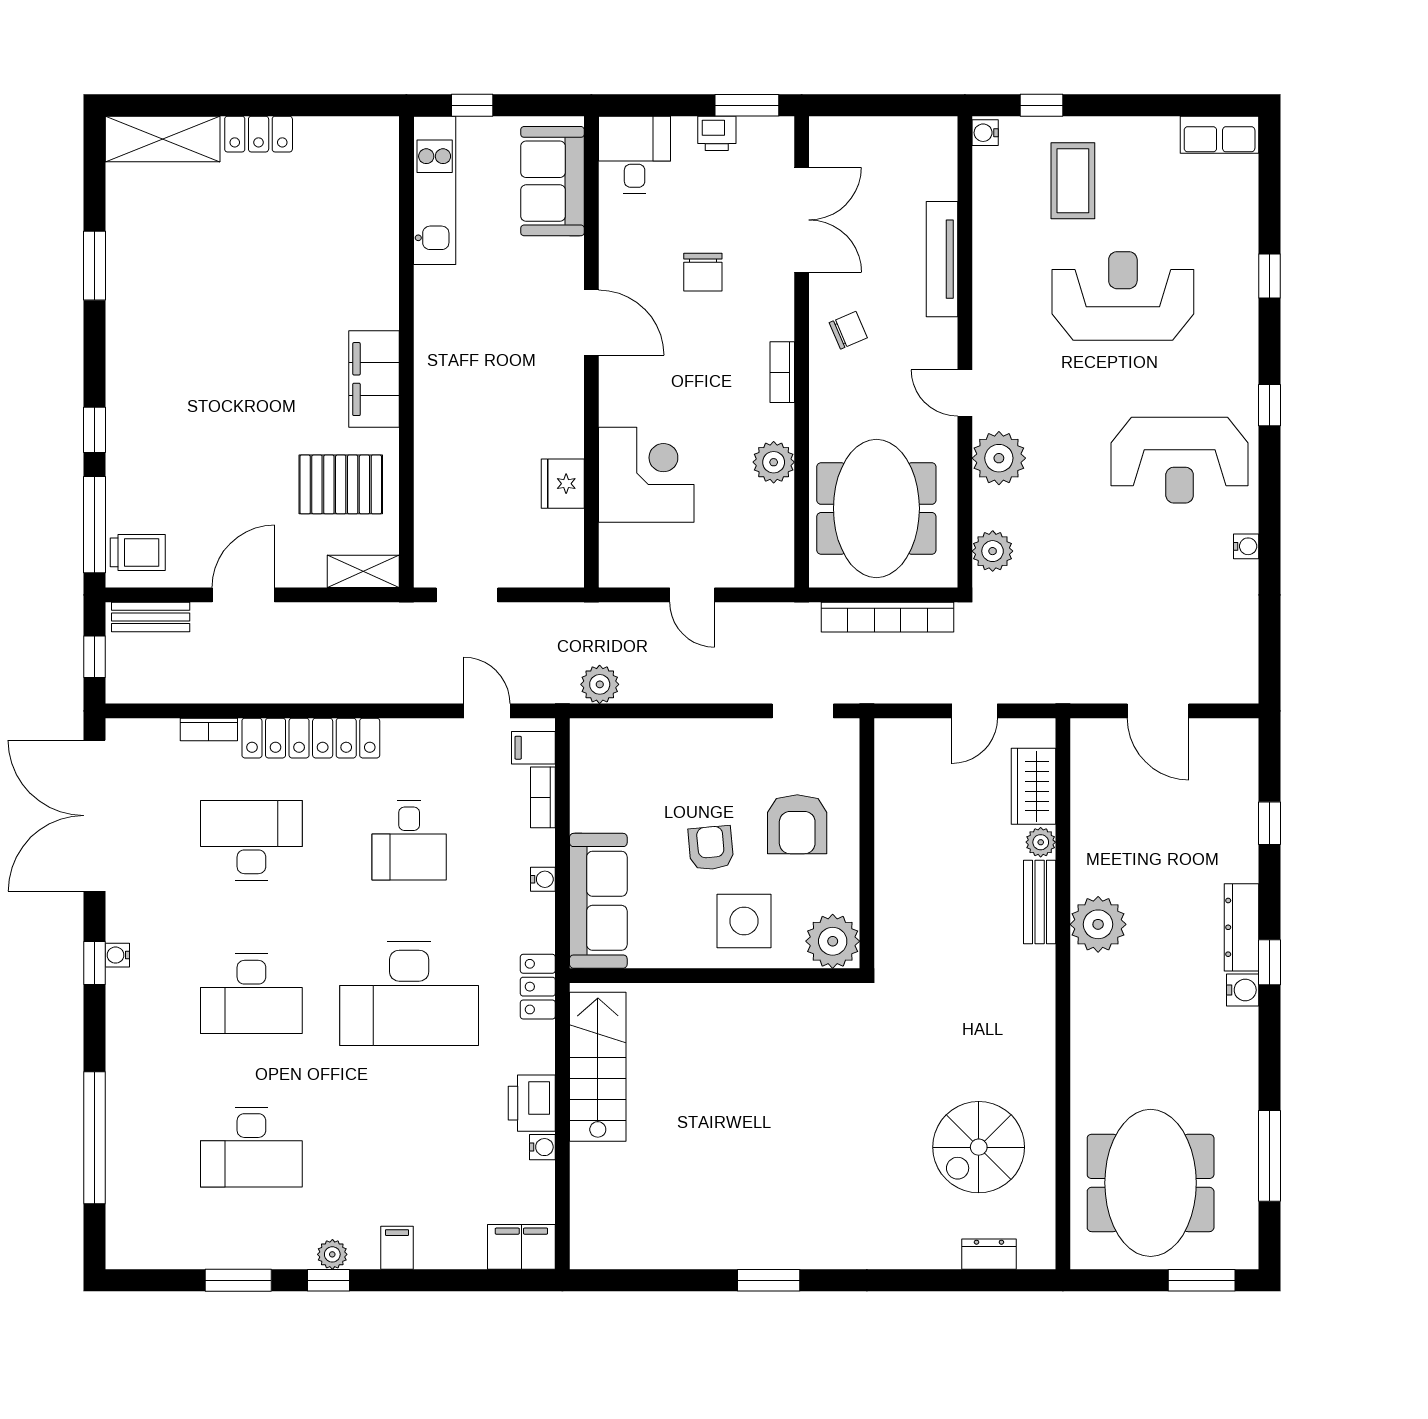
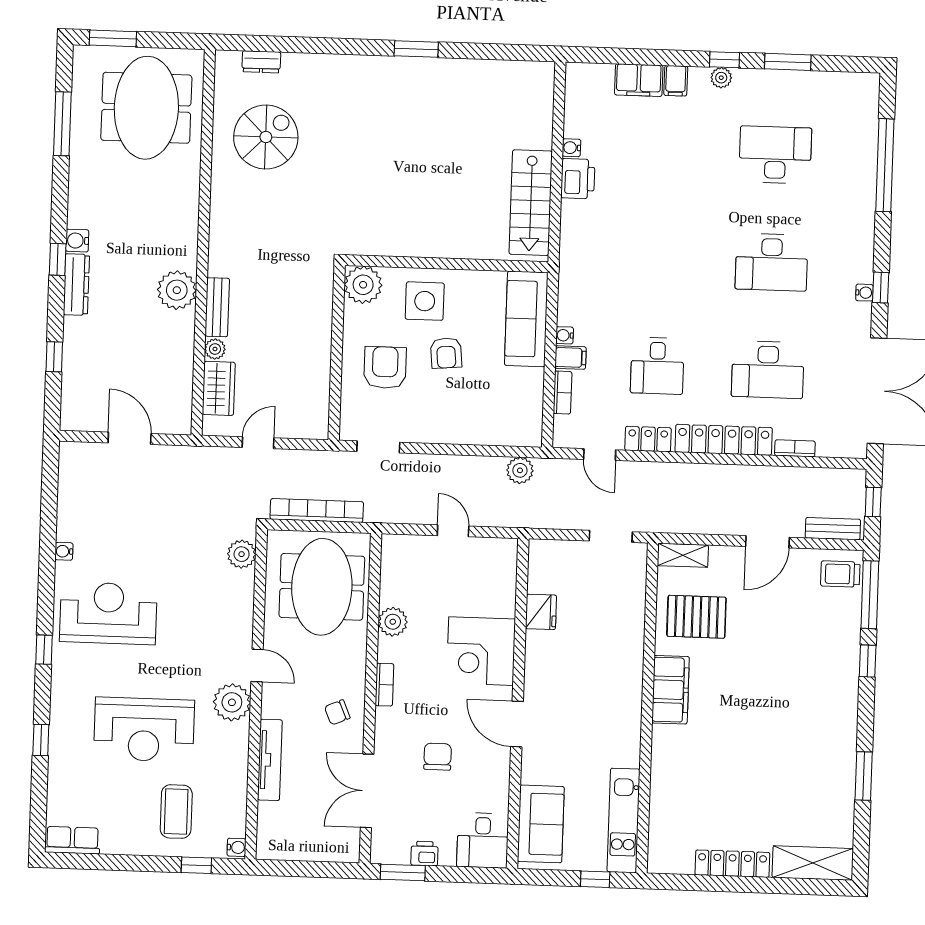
locker: (259, 134) -> (732, 864), width x1.53
plant: (999, 458) -> (232, 702), moved
corner desk: (646, 475) -> (481, 651), moved
filing cabinet: (533, 748) -> (570, 358), moved
desk: (409, 840) -> (657, 366), turned 180
locker: (538, 987) -> (648, 439), moved, turned -90
desk: (251, 994) -> (772, 262), turned 180
desk: (409, 994) -> (661, 258), removed
filing cabinet: (521, 1247) -> (639, 80), moved

